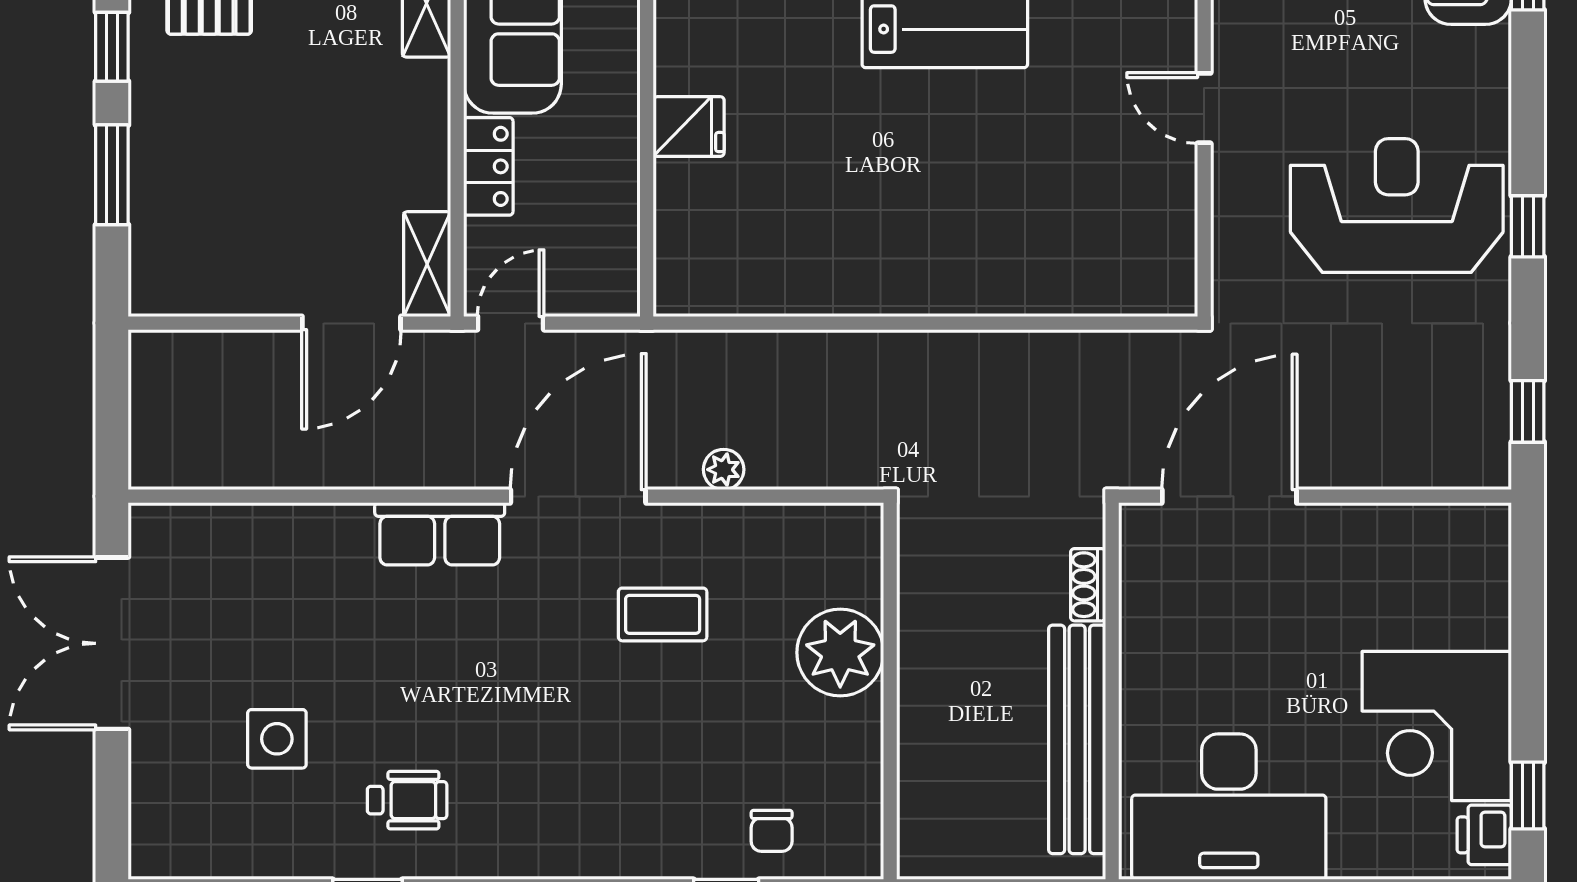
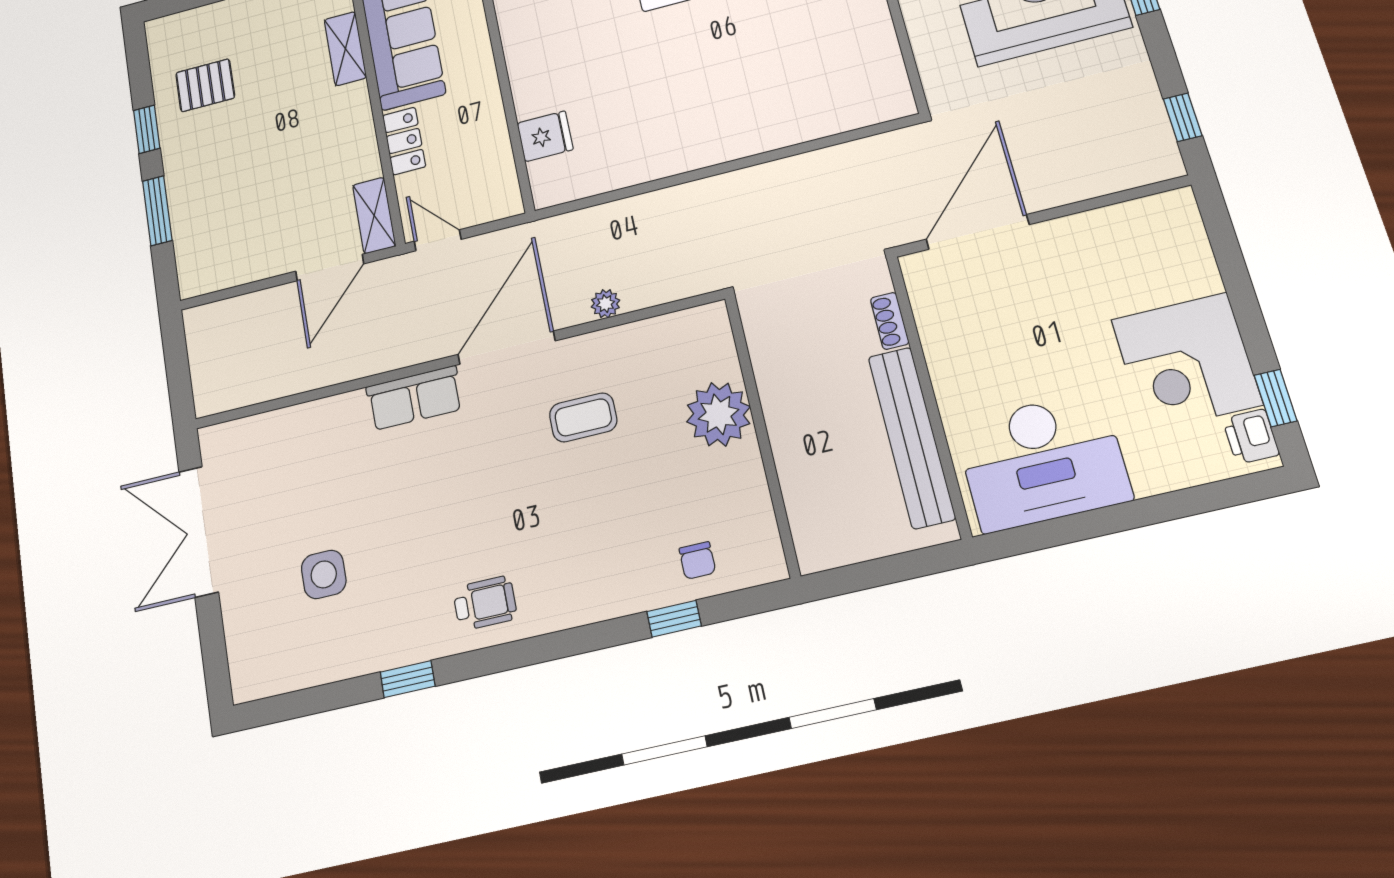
fridge: (689, 127) -> (545, 136), moved
door: (511, 323) -> (438, 240), hinge flipped
wheelchair: (407, 800) -> (485, 603), moved

